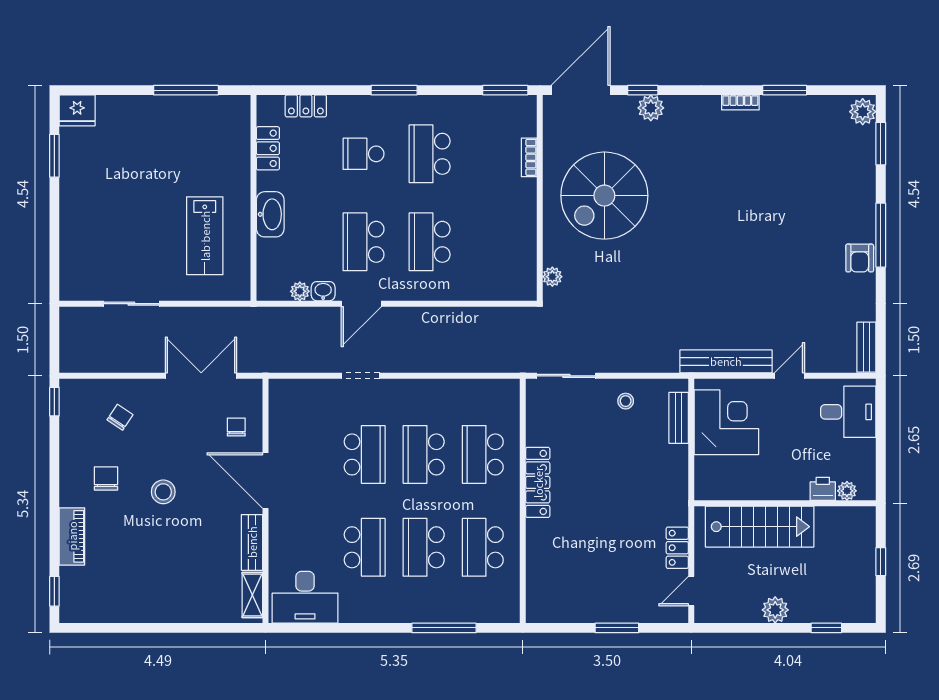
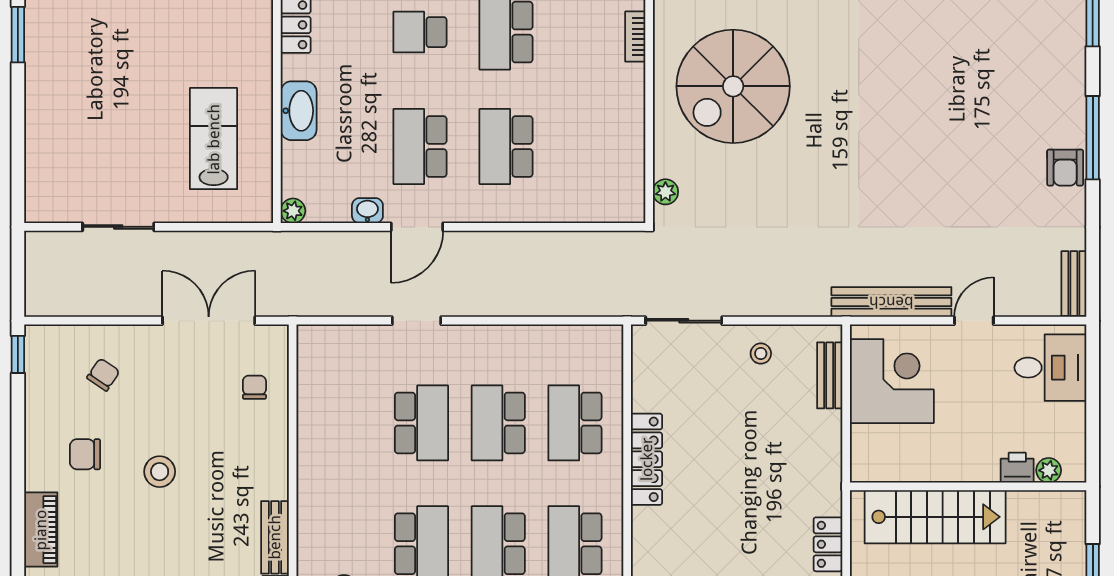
lab bench: (205, 236) -> (214, 139), turned 180
plant: (300, 291) -> (293, 211), moved
chair: (106, 478) -> (85, 454), turned -90
door: (266, 481) -> (293, 457), removed

